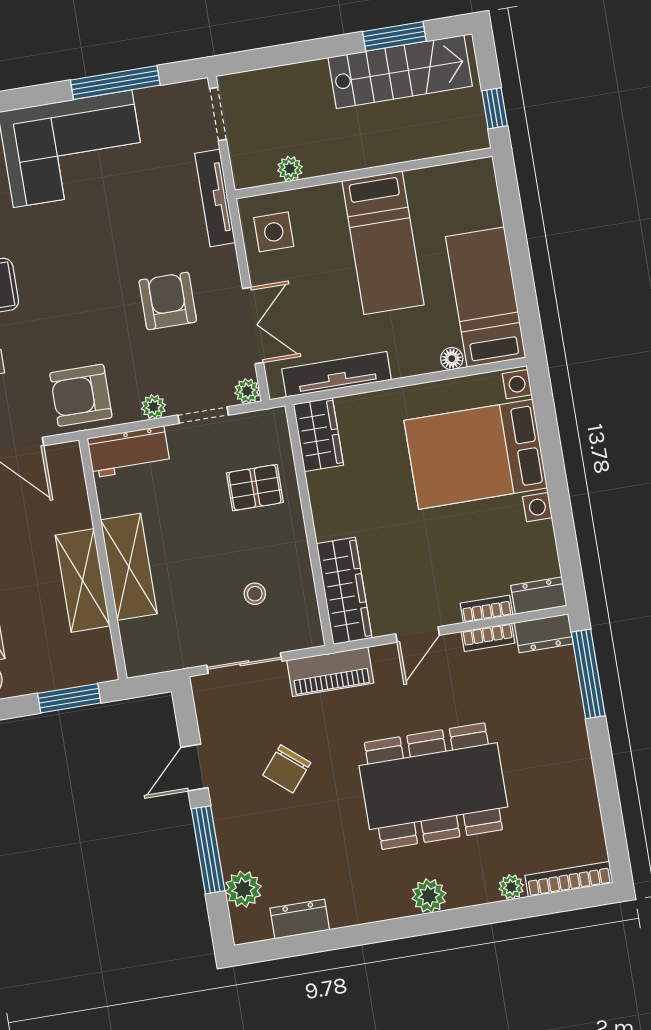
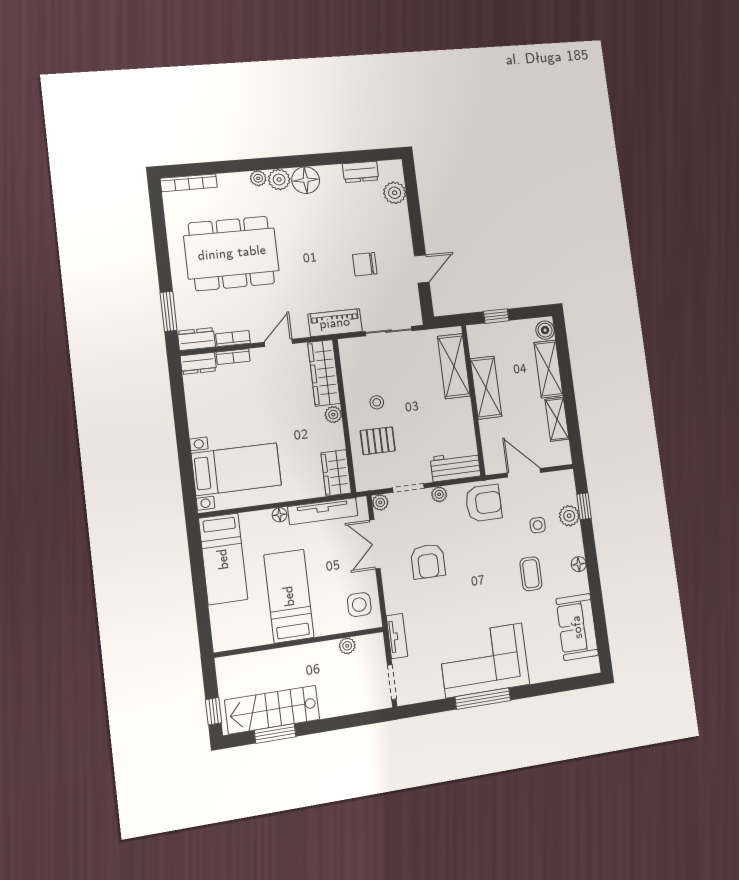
window: (115, 83) -> (483, 699), moved
window: (495, 108) -> (214, 711), moved
tv unit: (215, 198) -> (397, 636), width x0.71
floor lamp: (452, 359) -> (280, 515), moved
bed with nightstands: (476, 454) -> (236, 469), width x0.73
plant: (327, 526) -> (333, 415), added
shelving: (129, 567) -> (454, 366), moved
stool: (255, 594) -> (377, 402), moved
window: (588, 674) -> (169, 311), width x0.69
window: (69, 698) -> (496, 316), width x0.67
chair: (287, 769) -> (365, 264), turned -130
dining table: (433, 786) -> (232, 253), moved
window: (208, 850) -> (415, 218), removed
plant: (511, 887) -> (258, 178), moved
floor lamp: (387, 898) -> (306, 180), added

